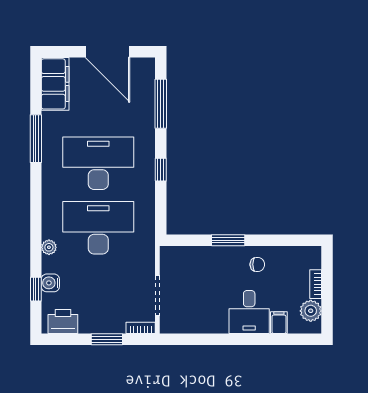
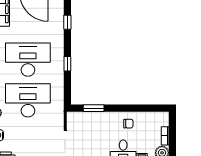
window: (161, 104) -> (67, 22), width x0.46
window: (228, 240) -> (94, 108), moved

